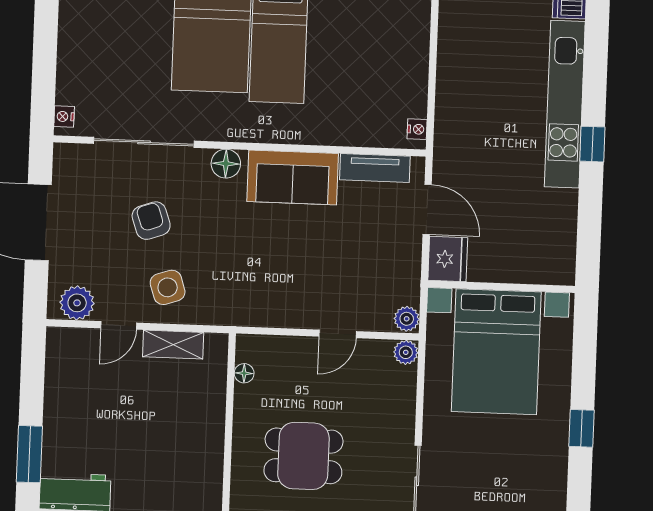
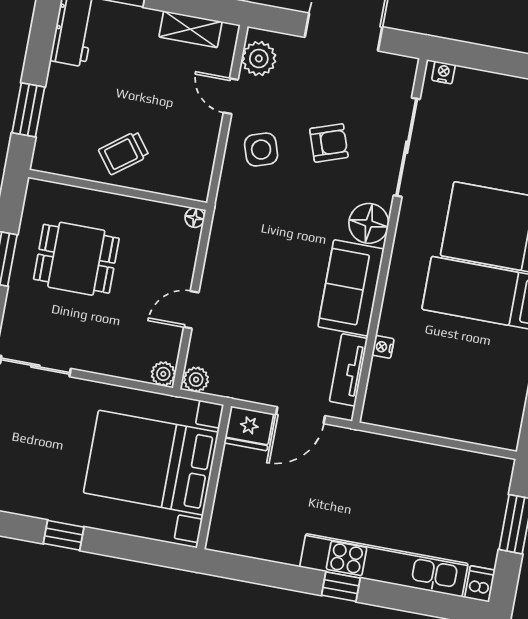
nightstand: (417, 129) -> (383, 347), moved, turned 90
floor lamp: (226, 164) -> (369, 223), width x1.38, depth x1.38
door: (338, 334) -> (191, 310), hinge flipped
shelving: (173, 345) -> (190, 29), moved, turned 90
floor lamp: (244, 373) -> (195, 218), moved
trolley: (191, 424) -> (124, 153), added
dining table: (303, 456) -> (76, 259), turned 90

